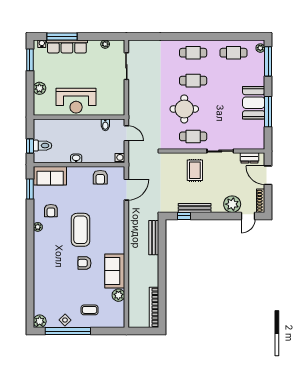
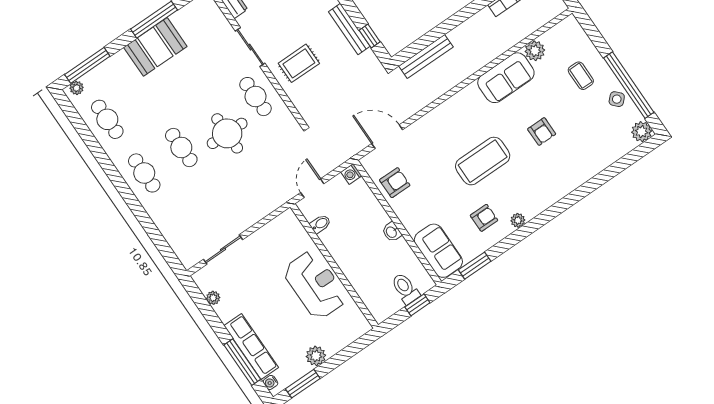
plant: (39, 88) -> (316, 356), moved
armchair: (84, 263) -> (542, 132), moved

